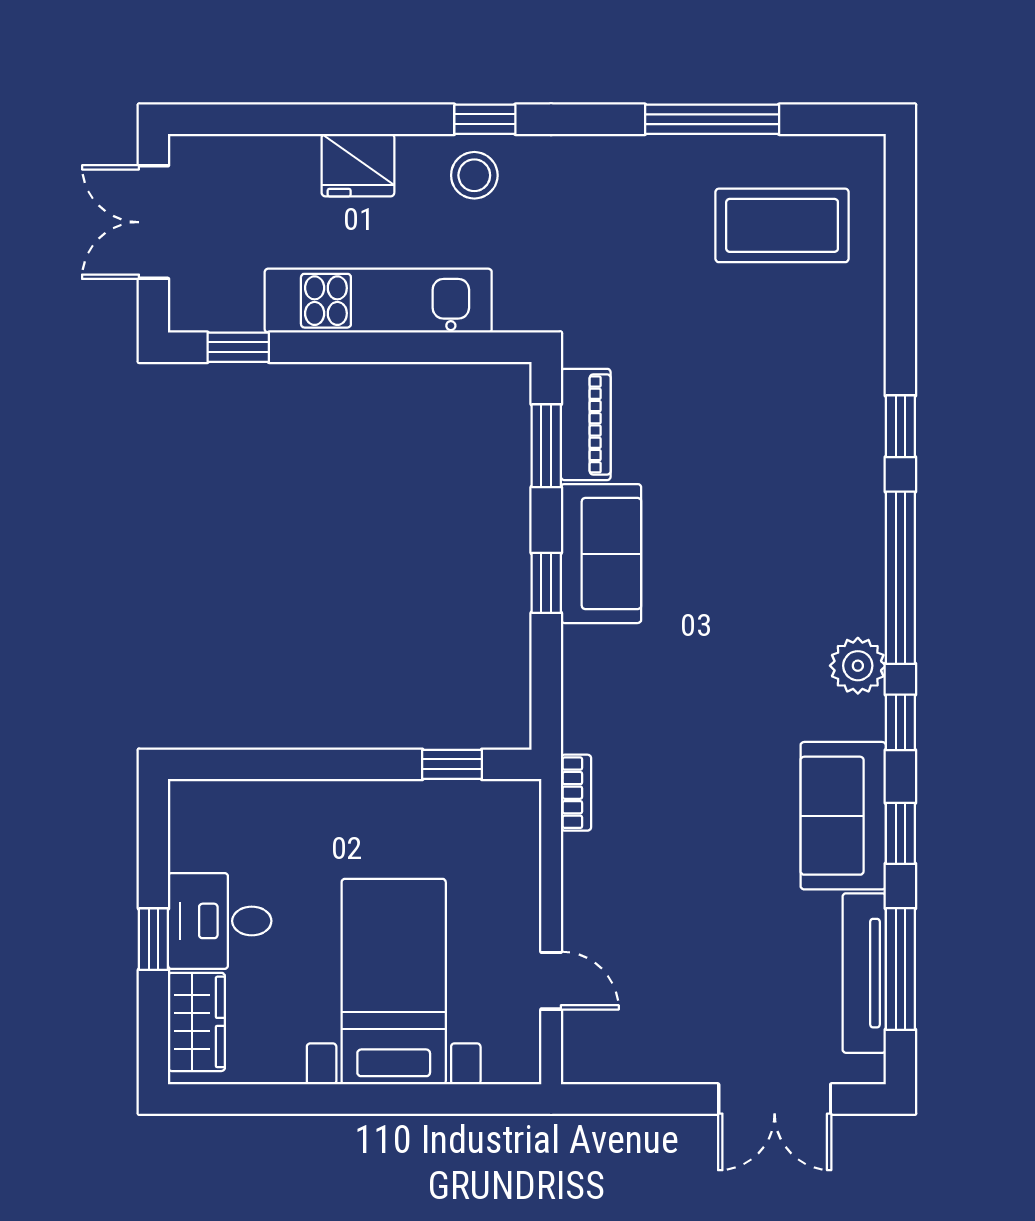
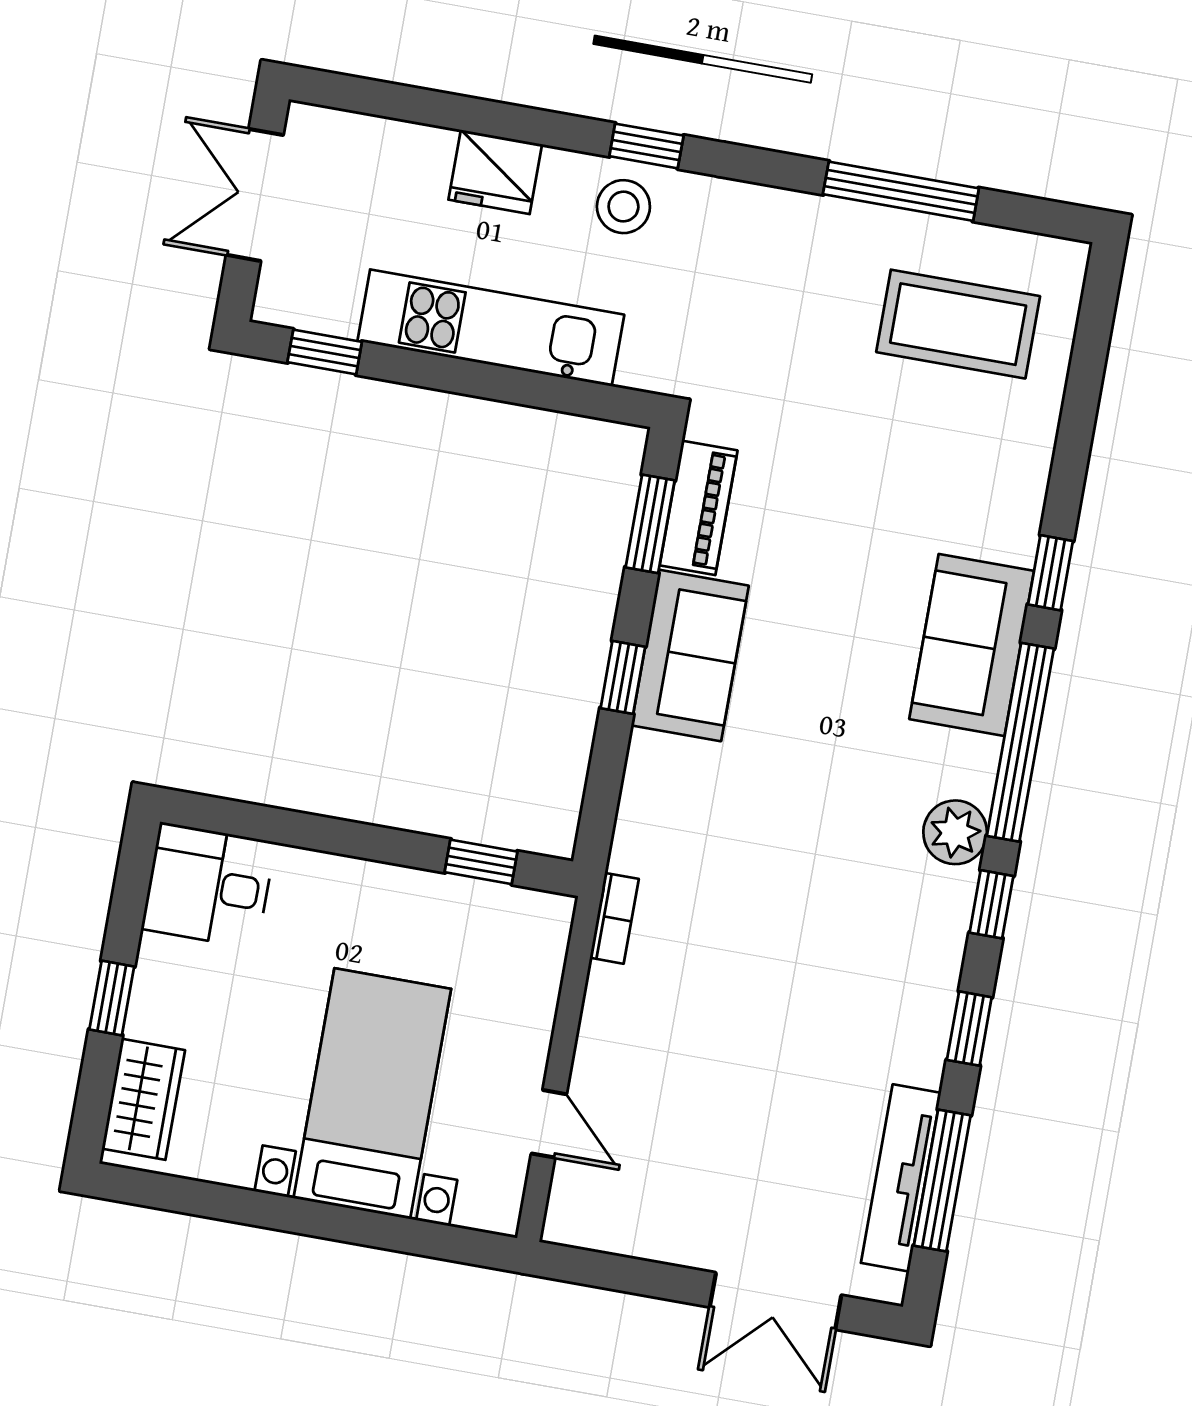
sofa: (843, 816) -> (972, 645), moved
desk: (220, 921) -> (208, 886), moved

